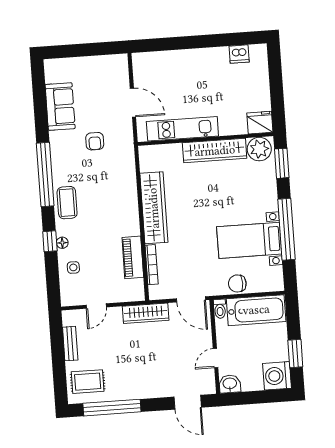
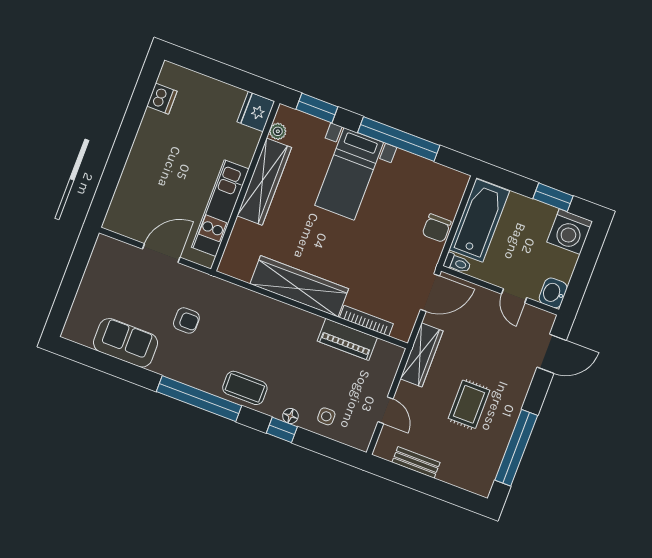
plant: (259, 149) -> (278, 131), width x0.53, depth x0.53
bed with nightstands: (249, 240) -> (349, 174), moved
rug: (88, 382) -> (469, 404), moved

